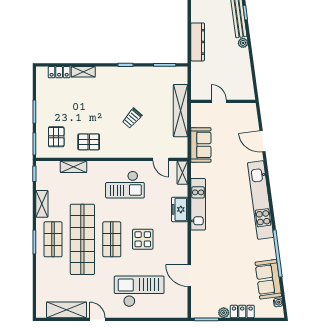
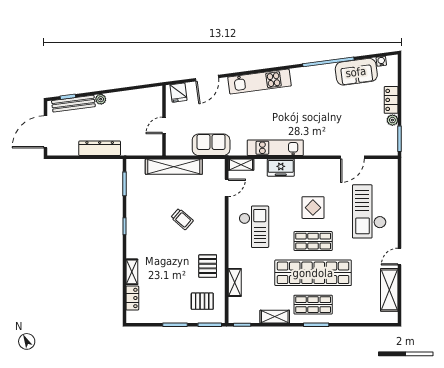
fridge: (249, 115) -> (178, 93), added
kitchen unit: (261, 200) -> (259, 82), width x0.73

